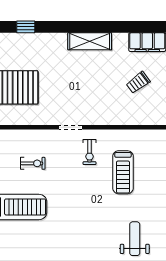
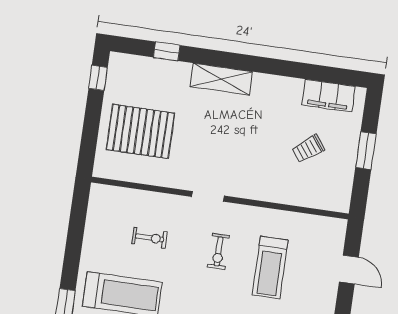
shelving: (90, 41) -> (221, 79), moved
exercise bike: (90, 152) -> (218, 251), moved

